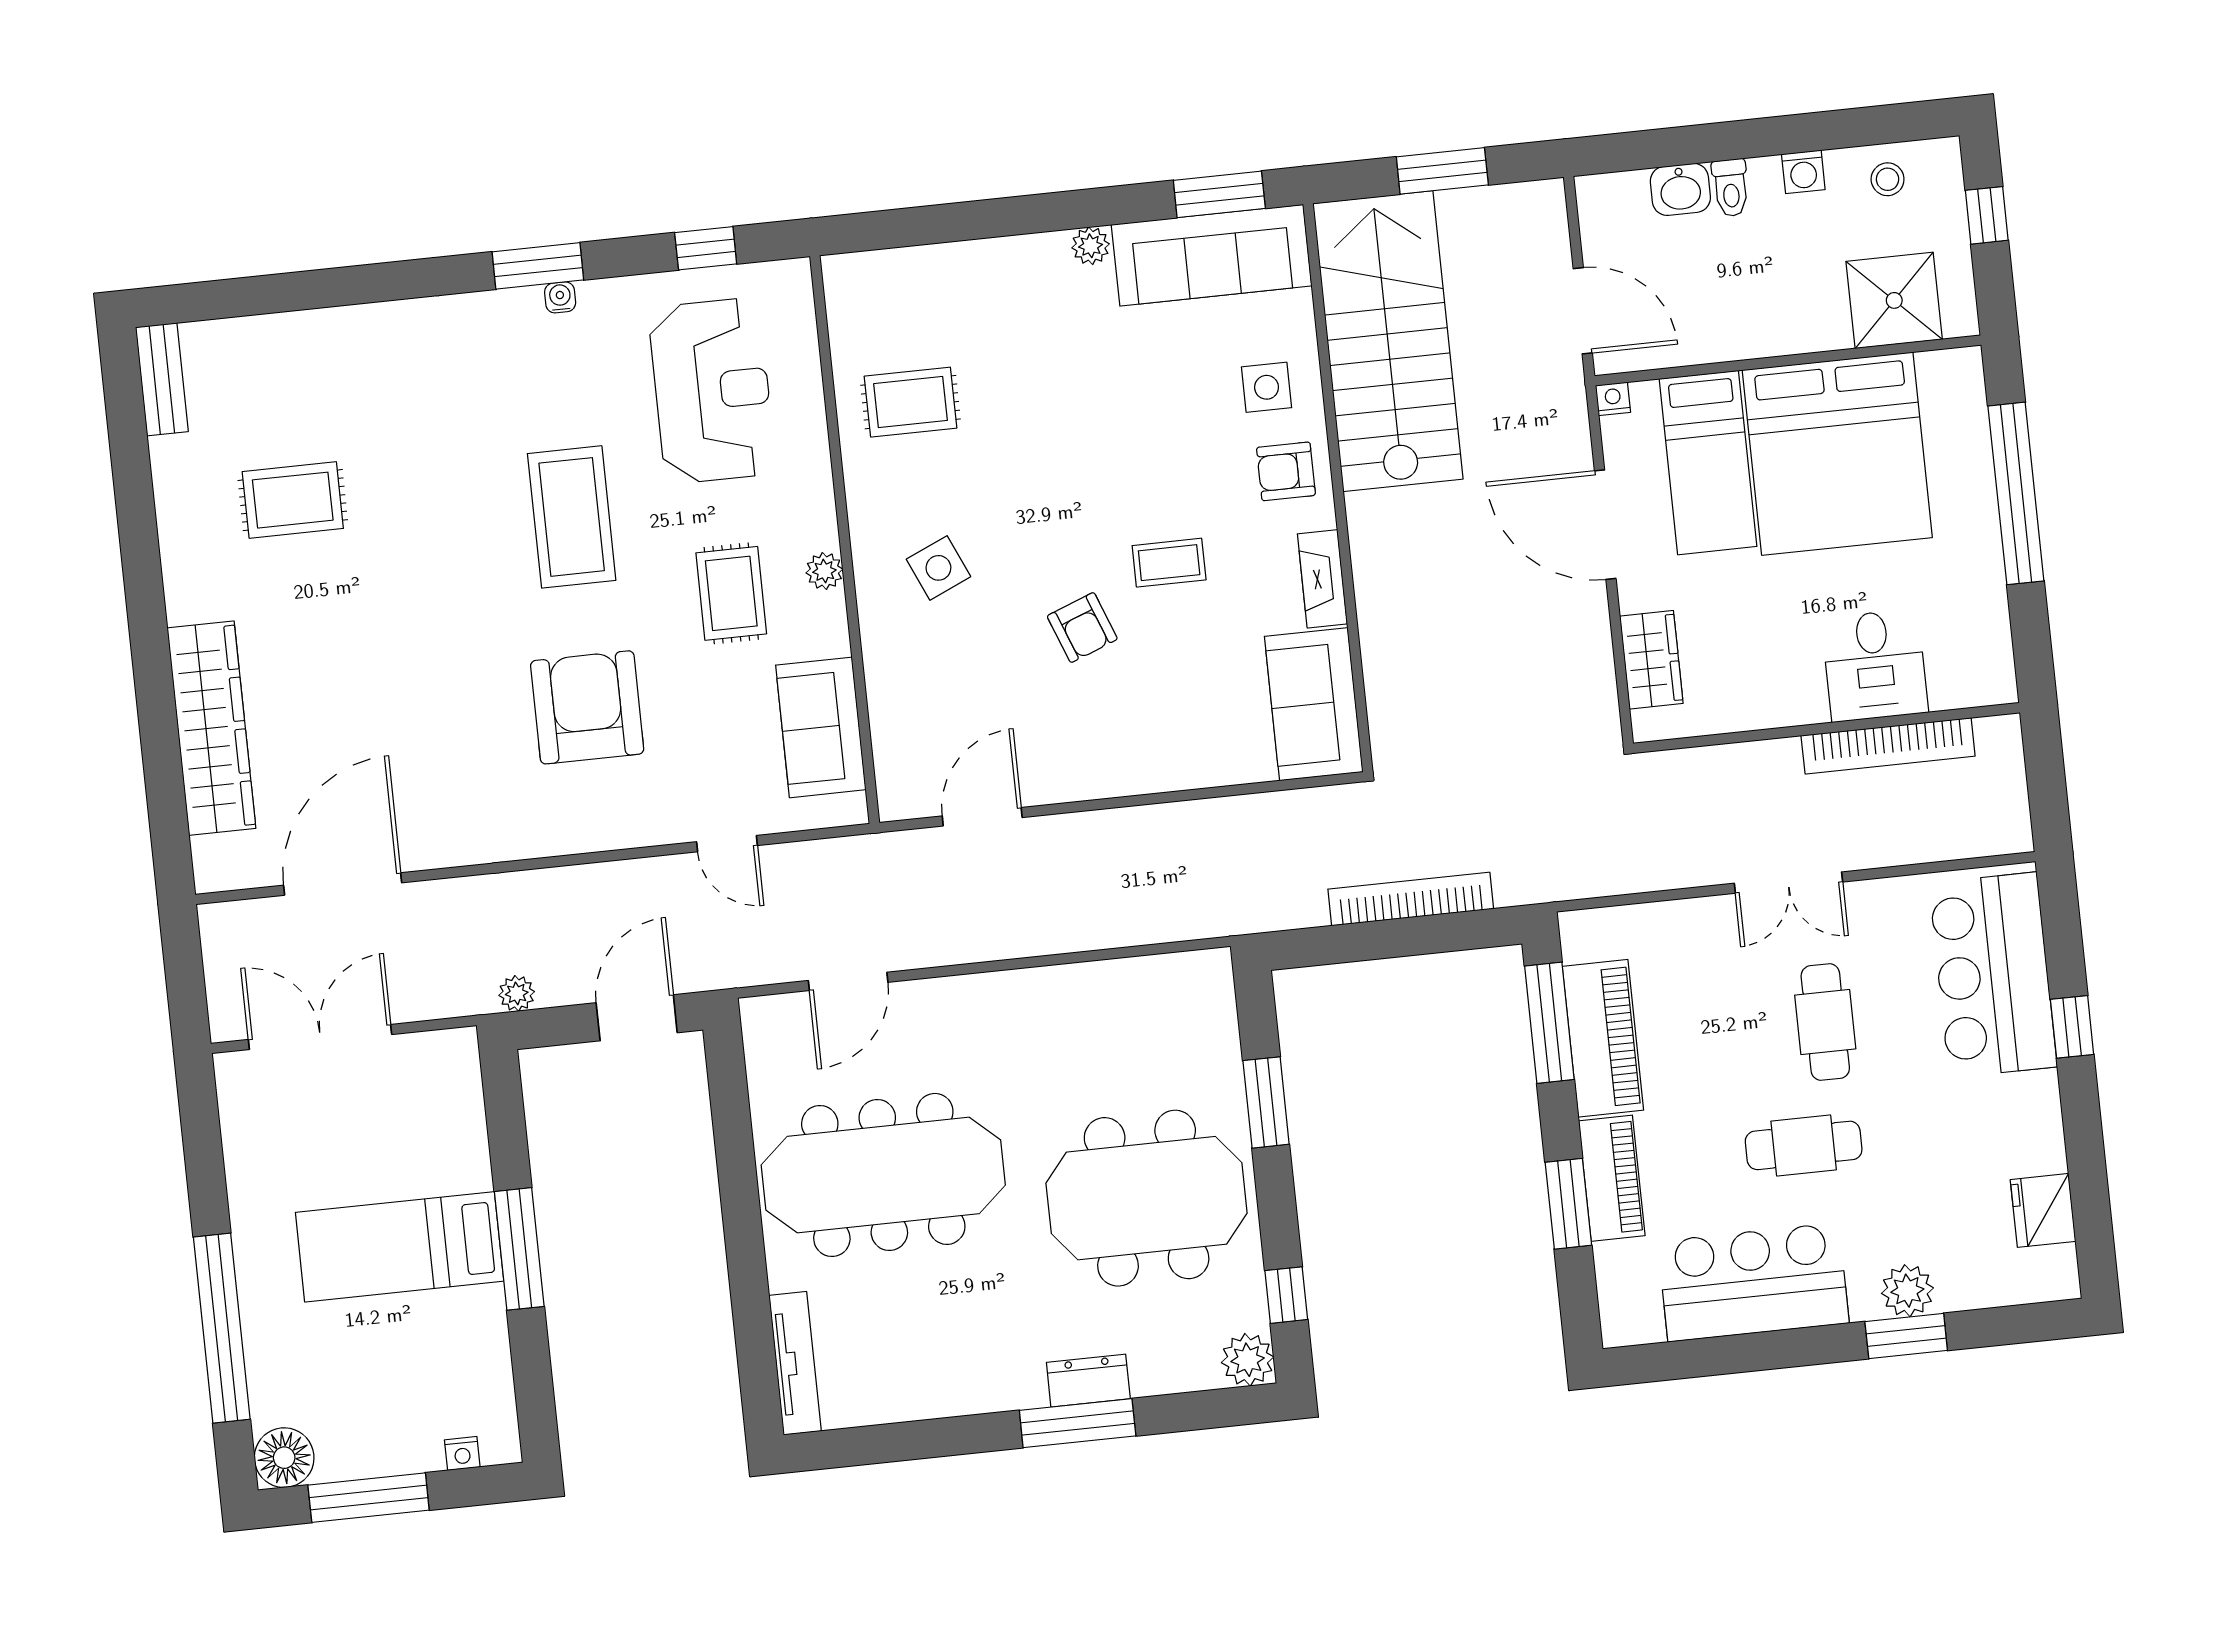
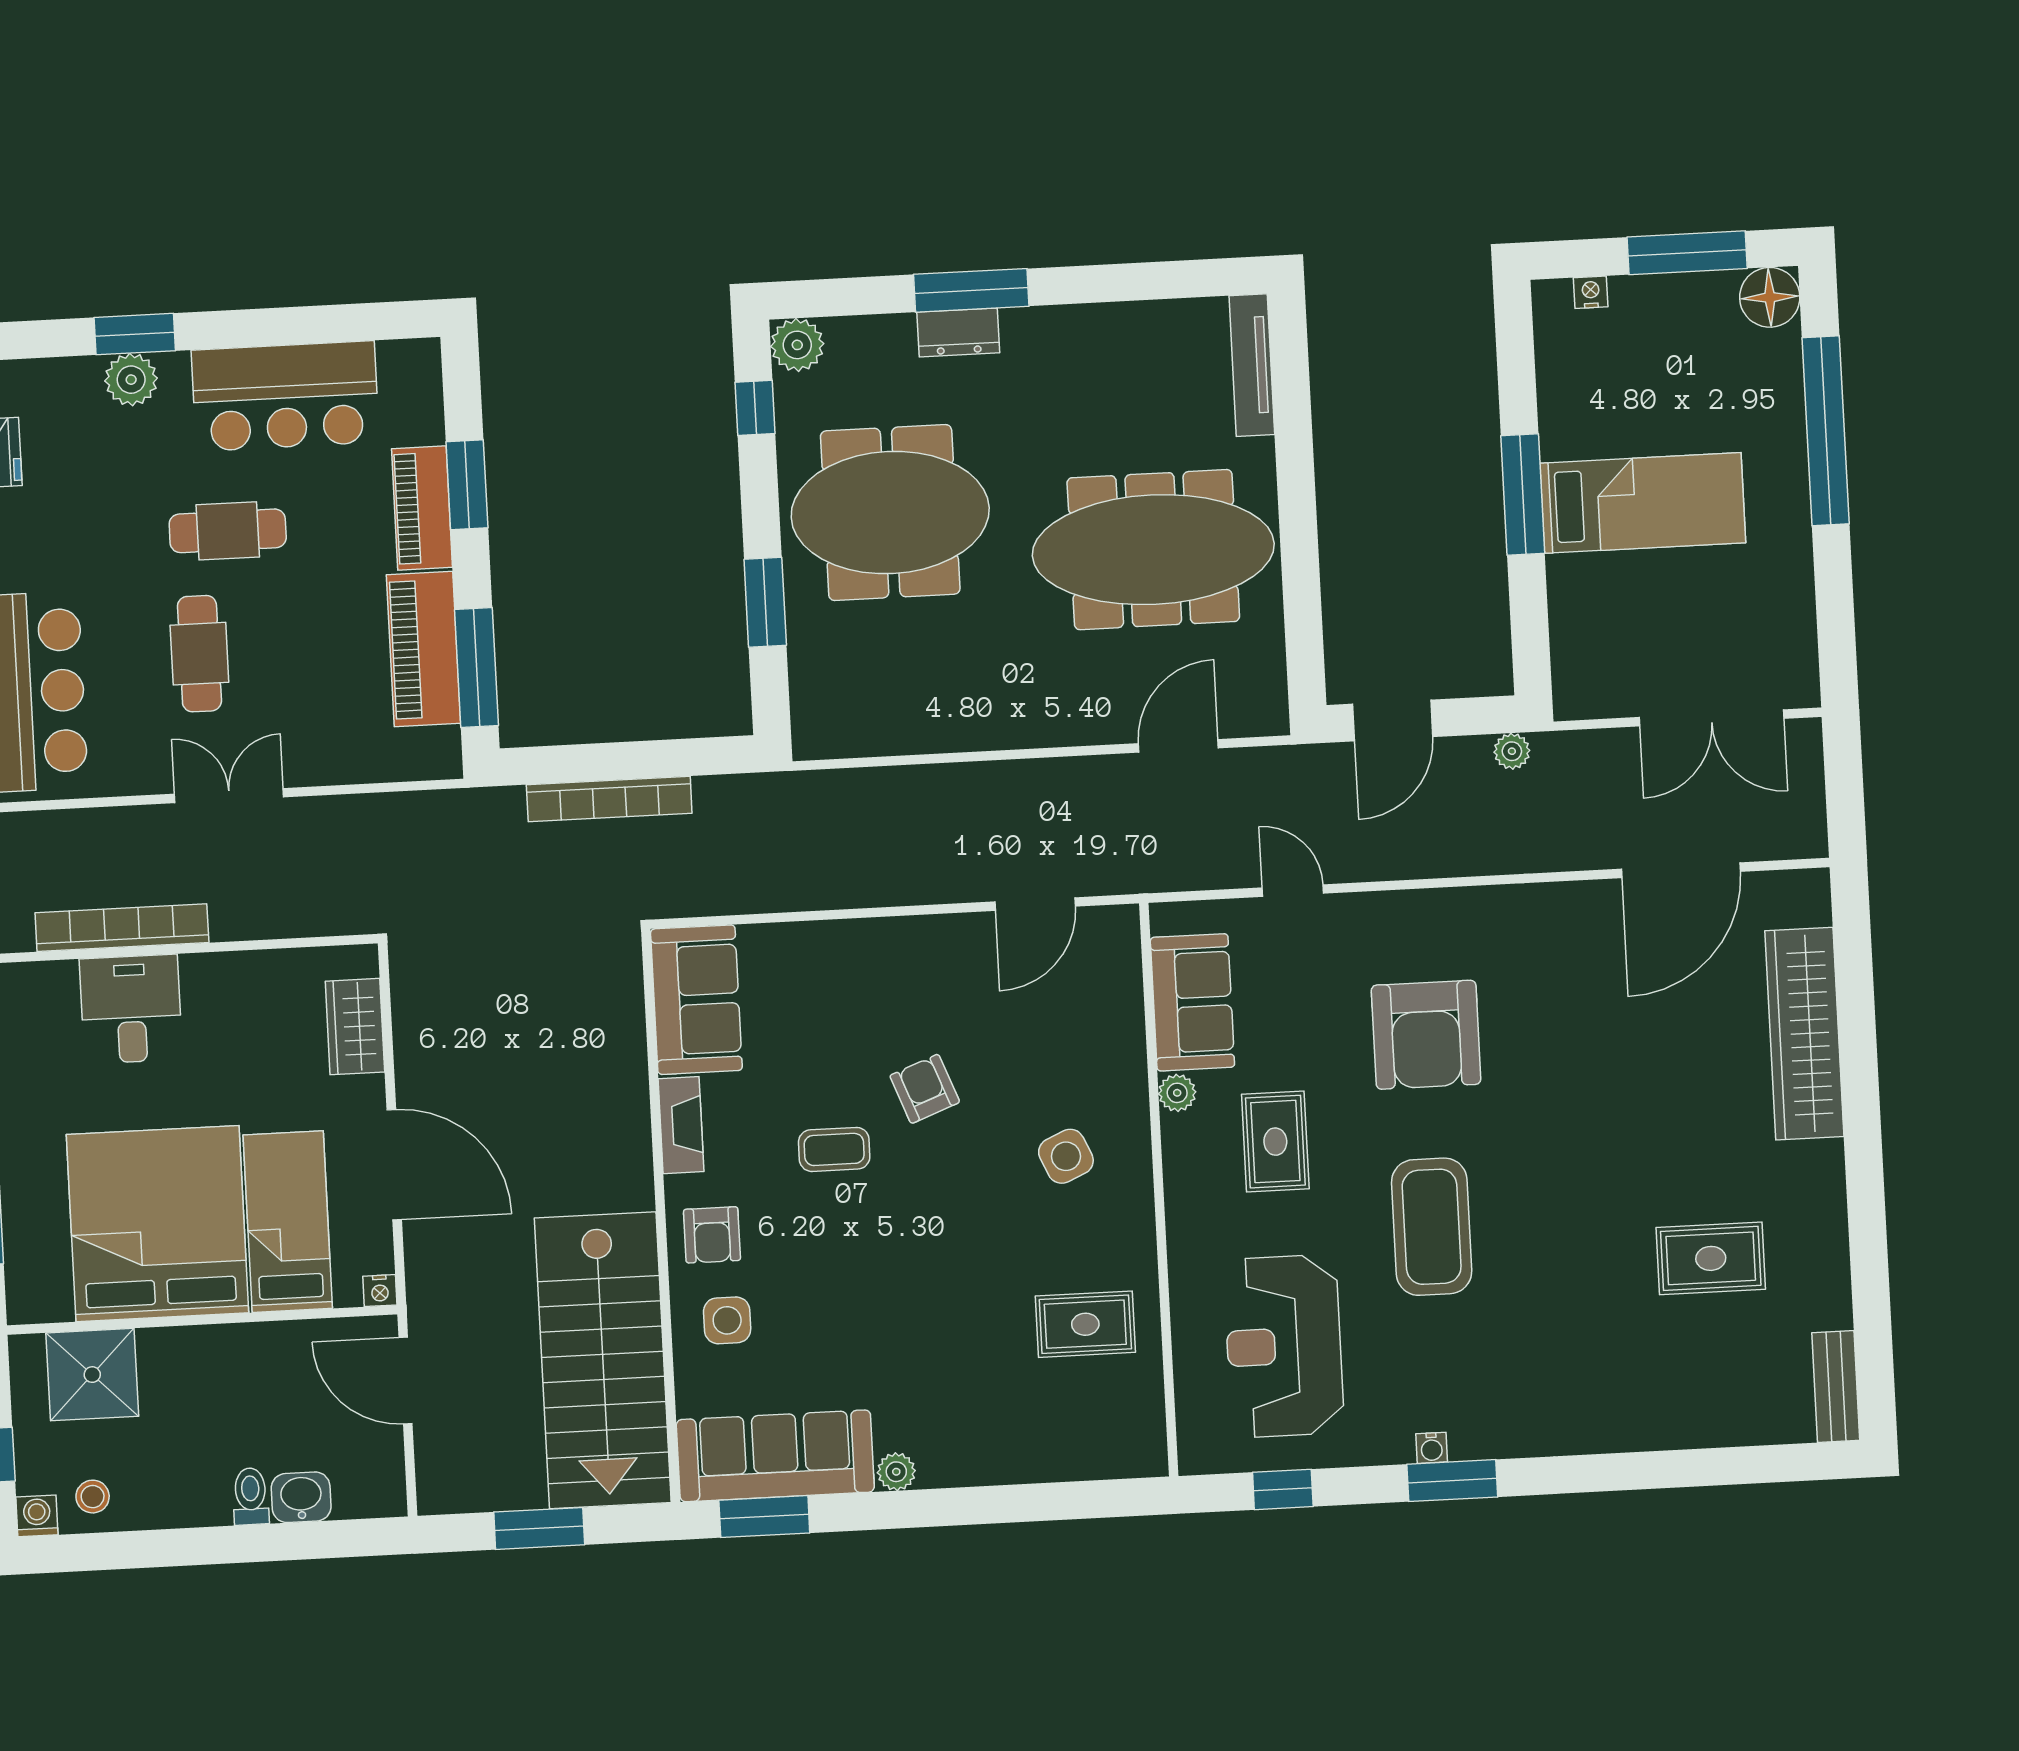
washing machine: (1803, 172) -> (37, 1516), moved
armchair: (1286, 471) -> (712, 1235), turned 90
plant: (824, 571) -> (1177, 1093), moved

